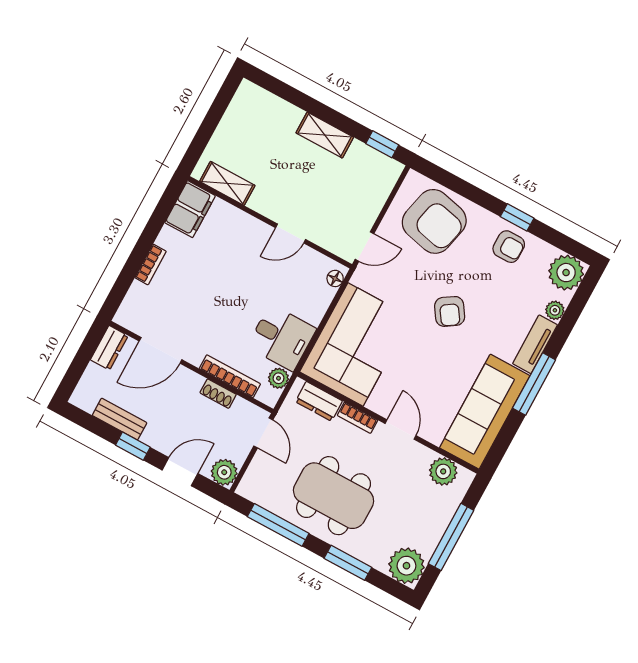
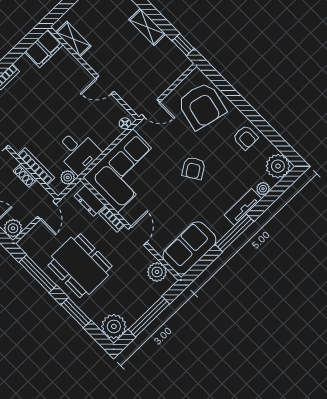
window: (517, 217) -> (257, 120), removed
sofa: (485, 412) -> (189, 248), width x0.73

